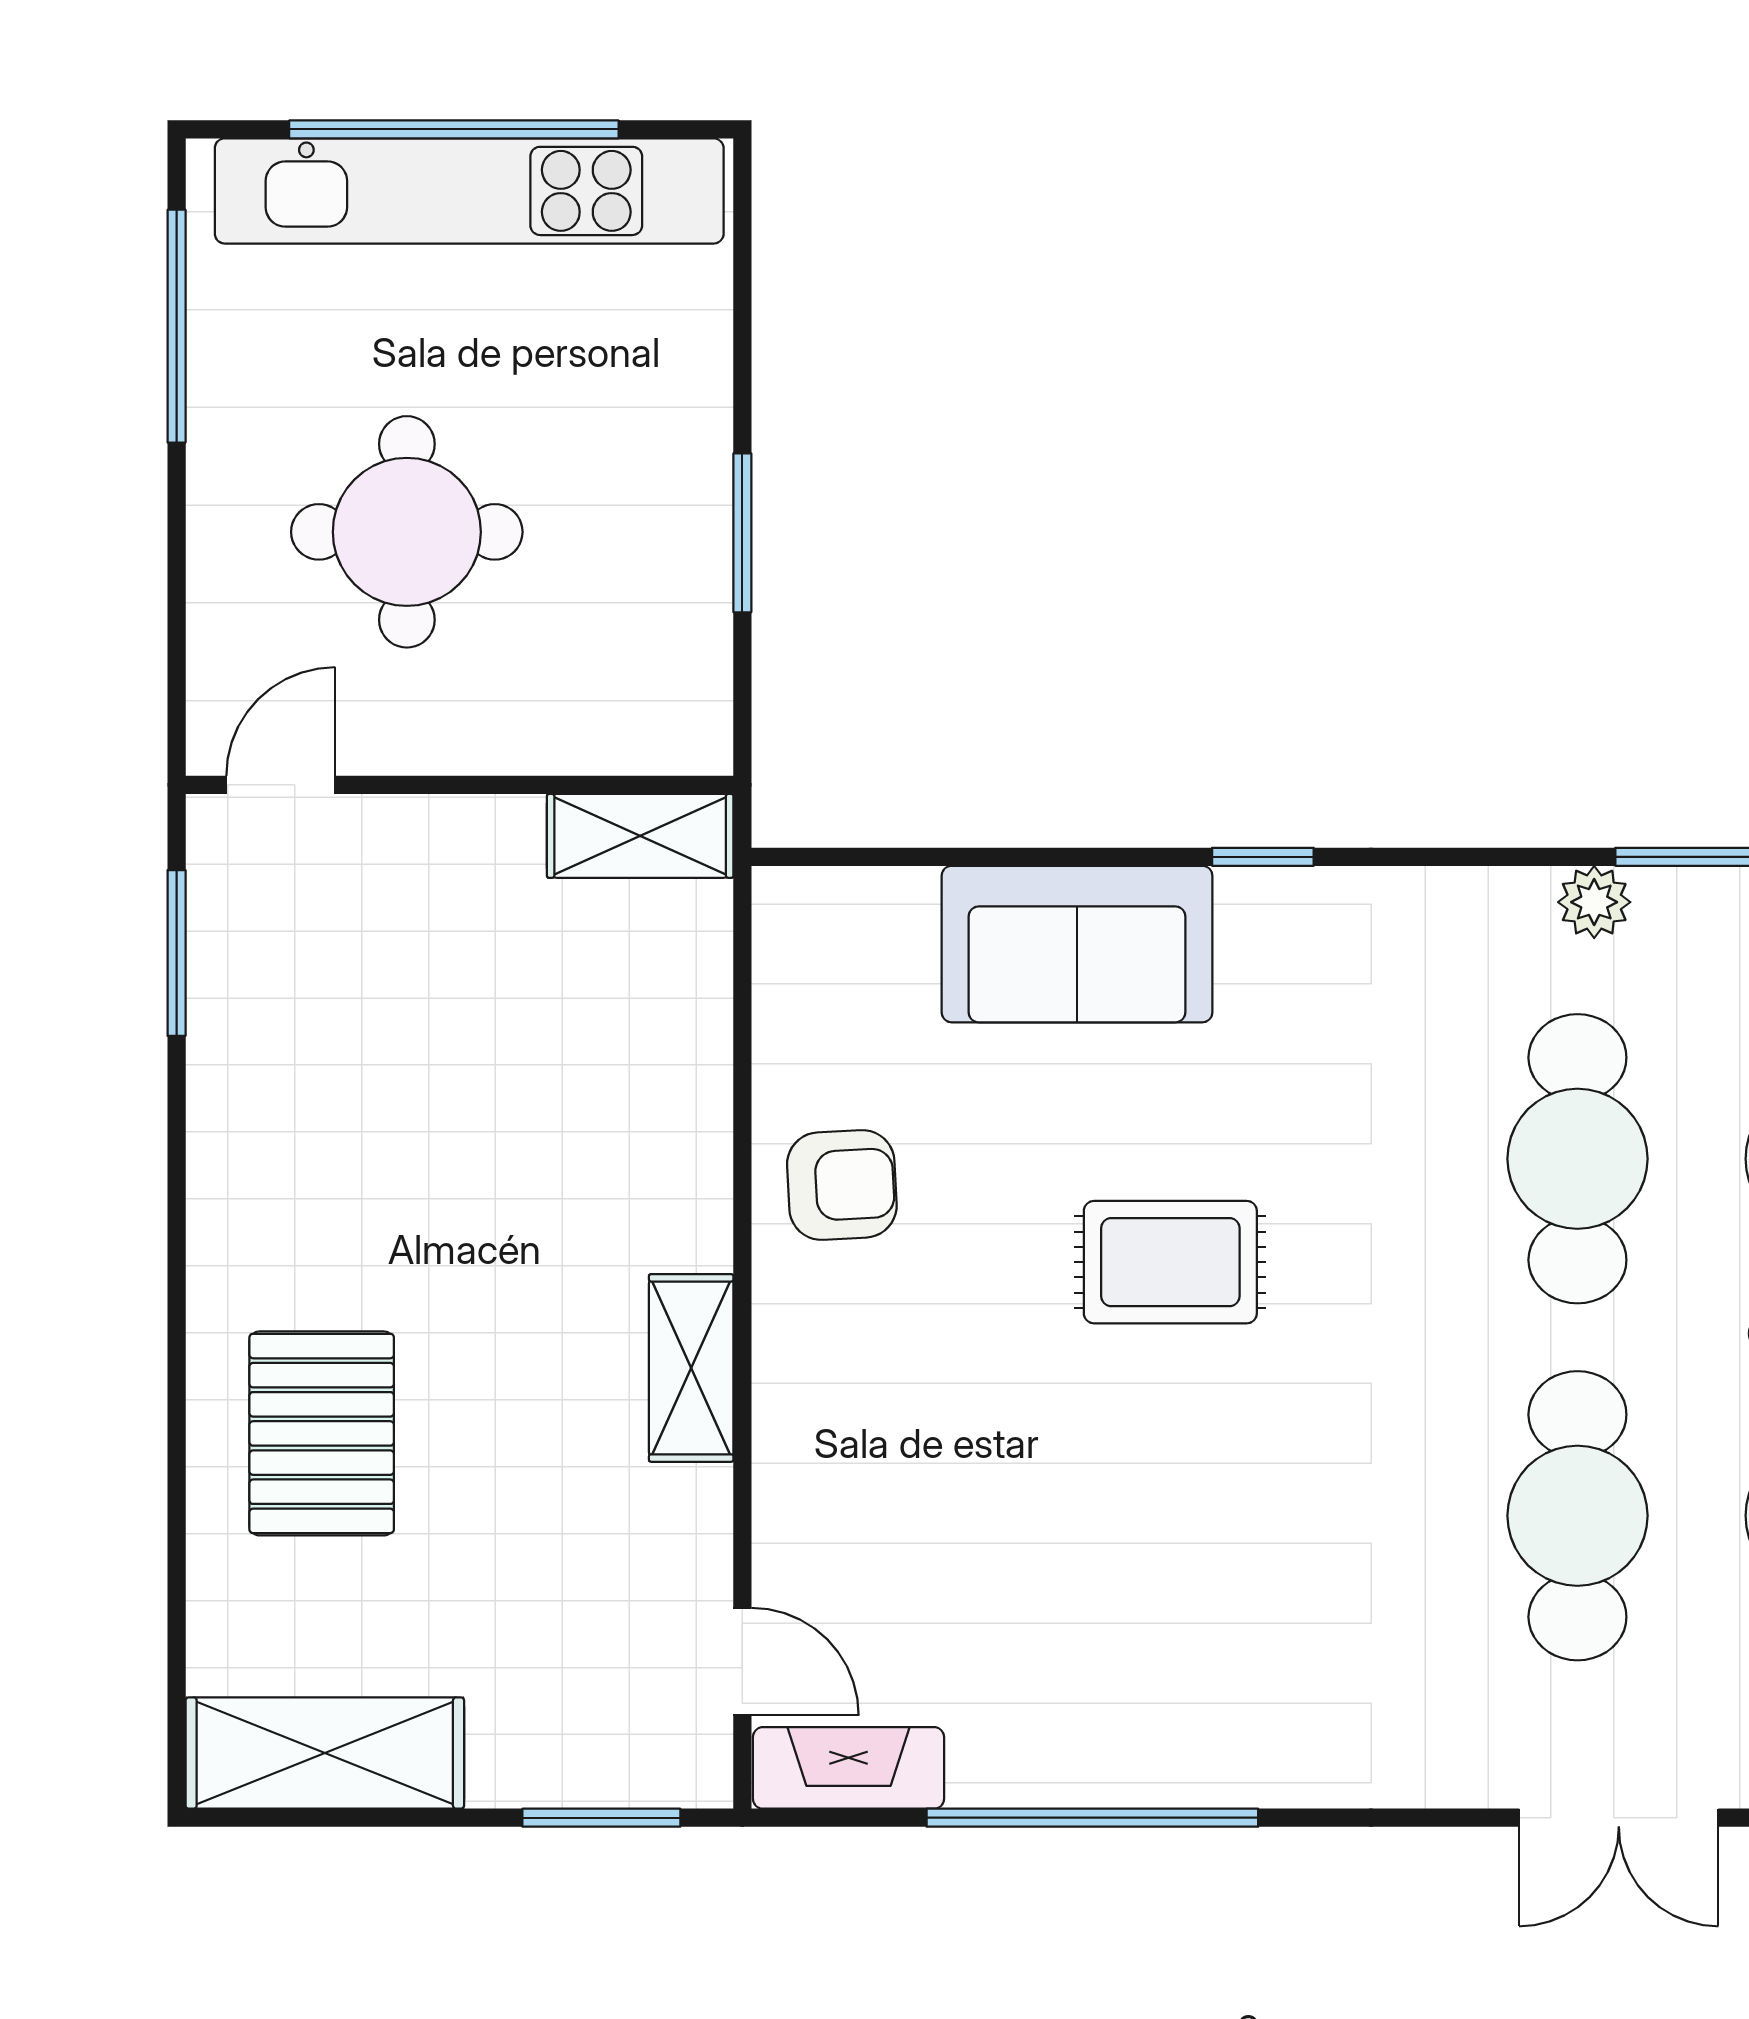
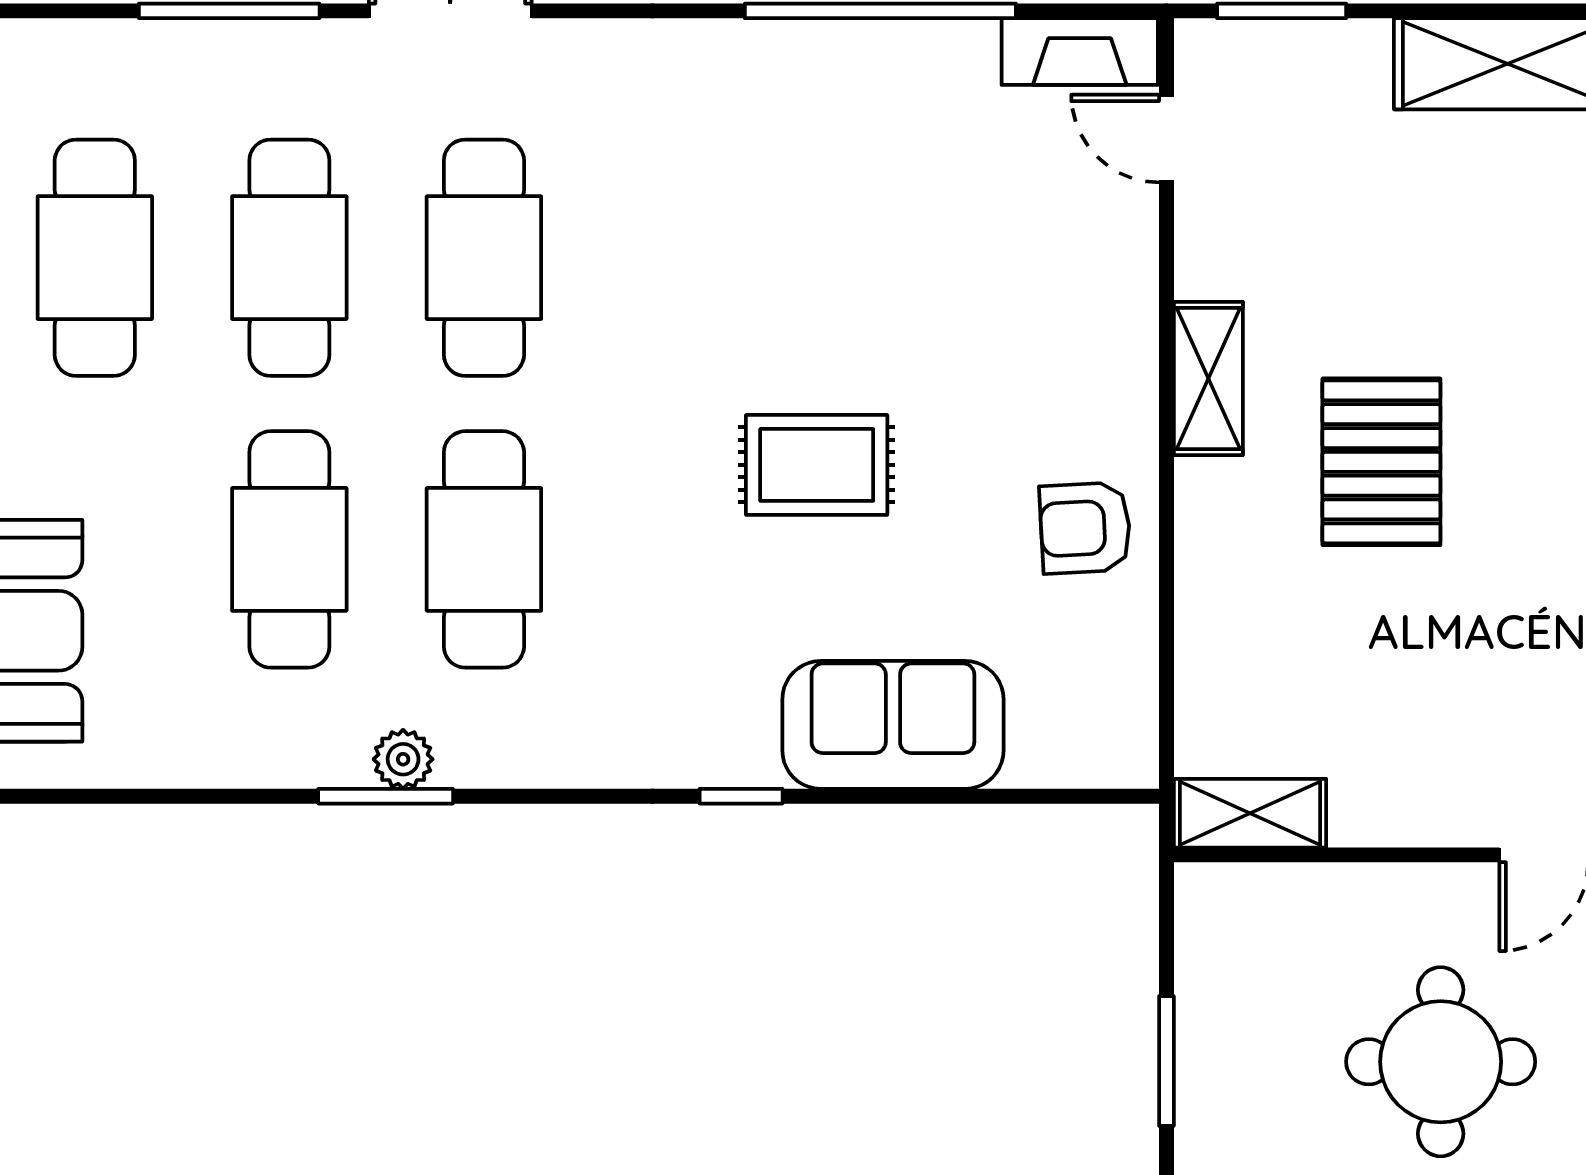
plant: (1594, 902) -> (403, 759), moved
pallet: (322, 1433) -> (1381, 462), moved

